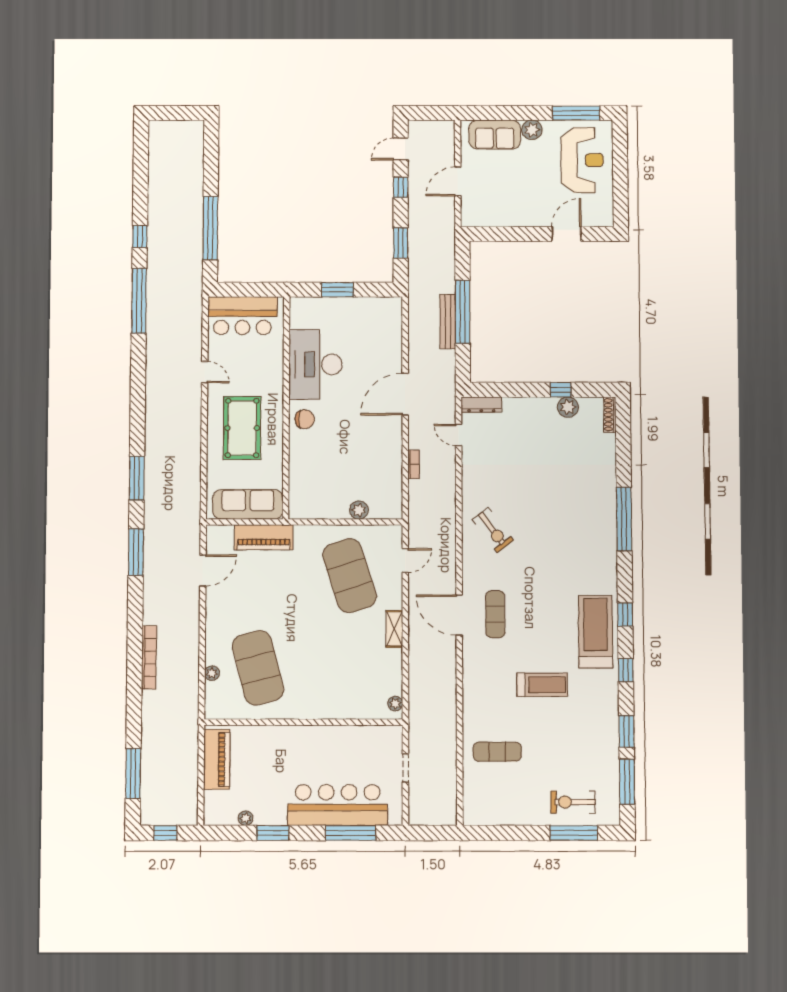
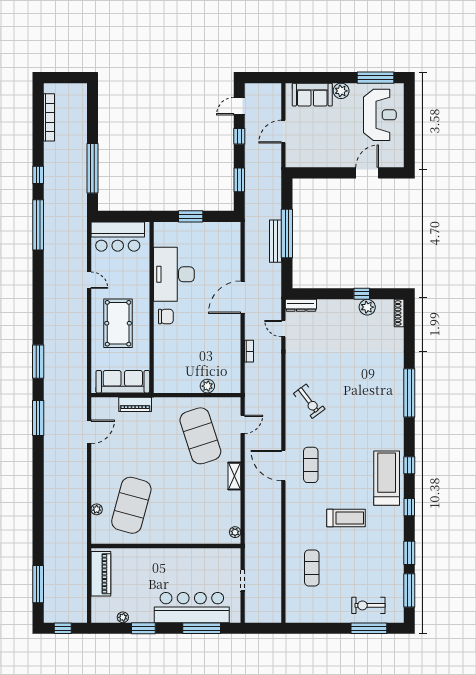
piano: (264, 537) -> (135, 404), width x0.73, depth x0.75
bookcase: (149, 657) -> (49, 117), moved
exercise mat: (258, 668) -> (131, 505), turned 30
exercise mat: (497, 752) -> (312, 568), turned 90

